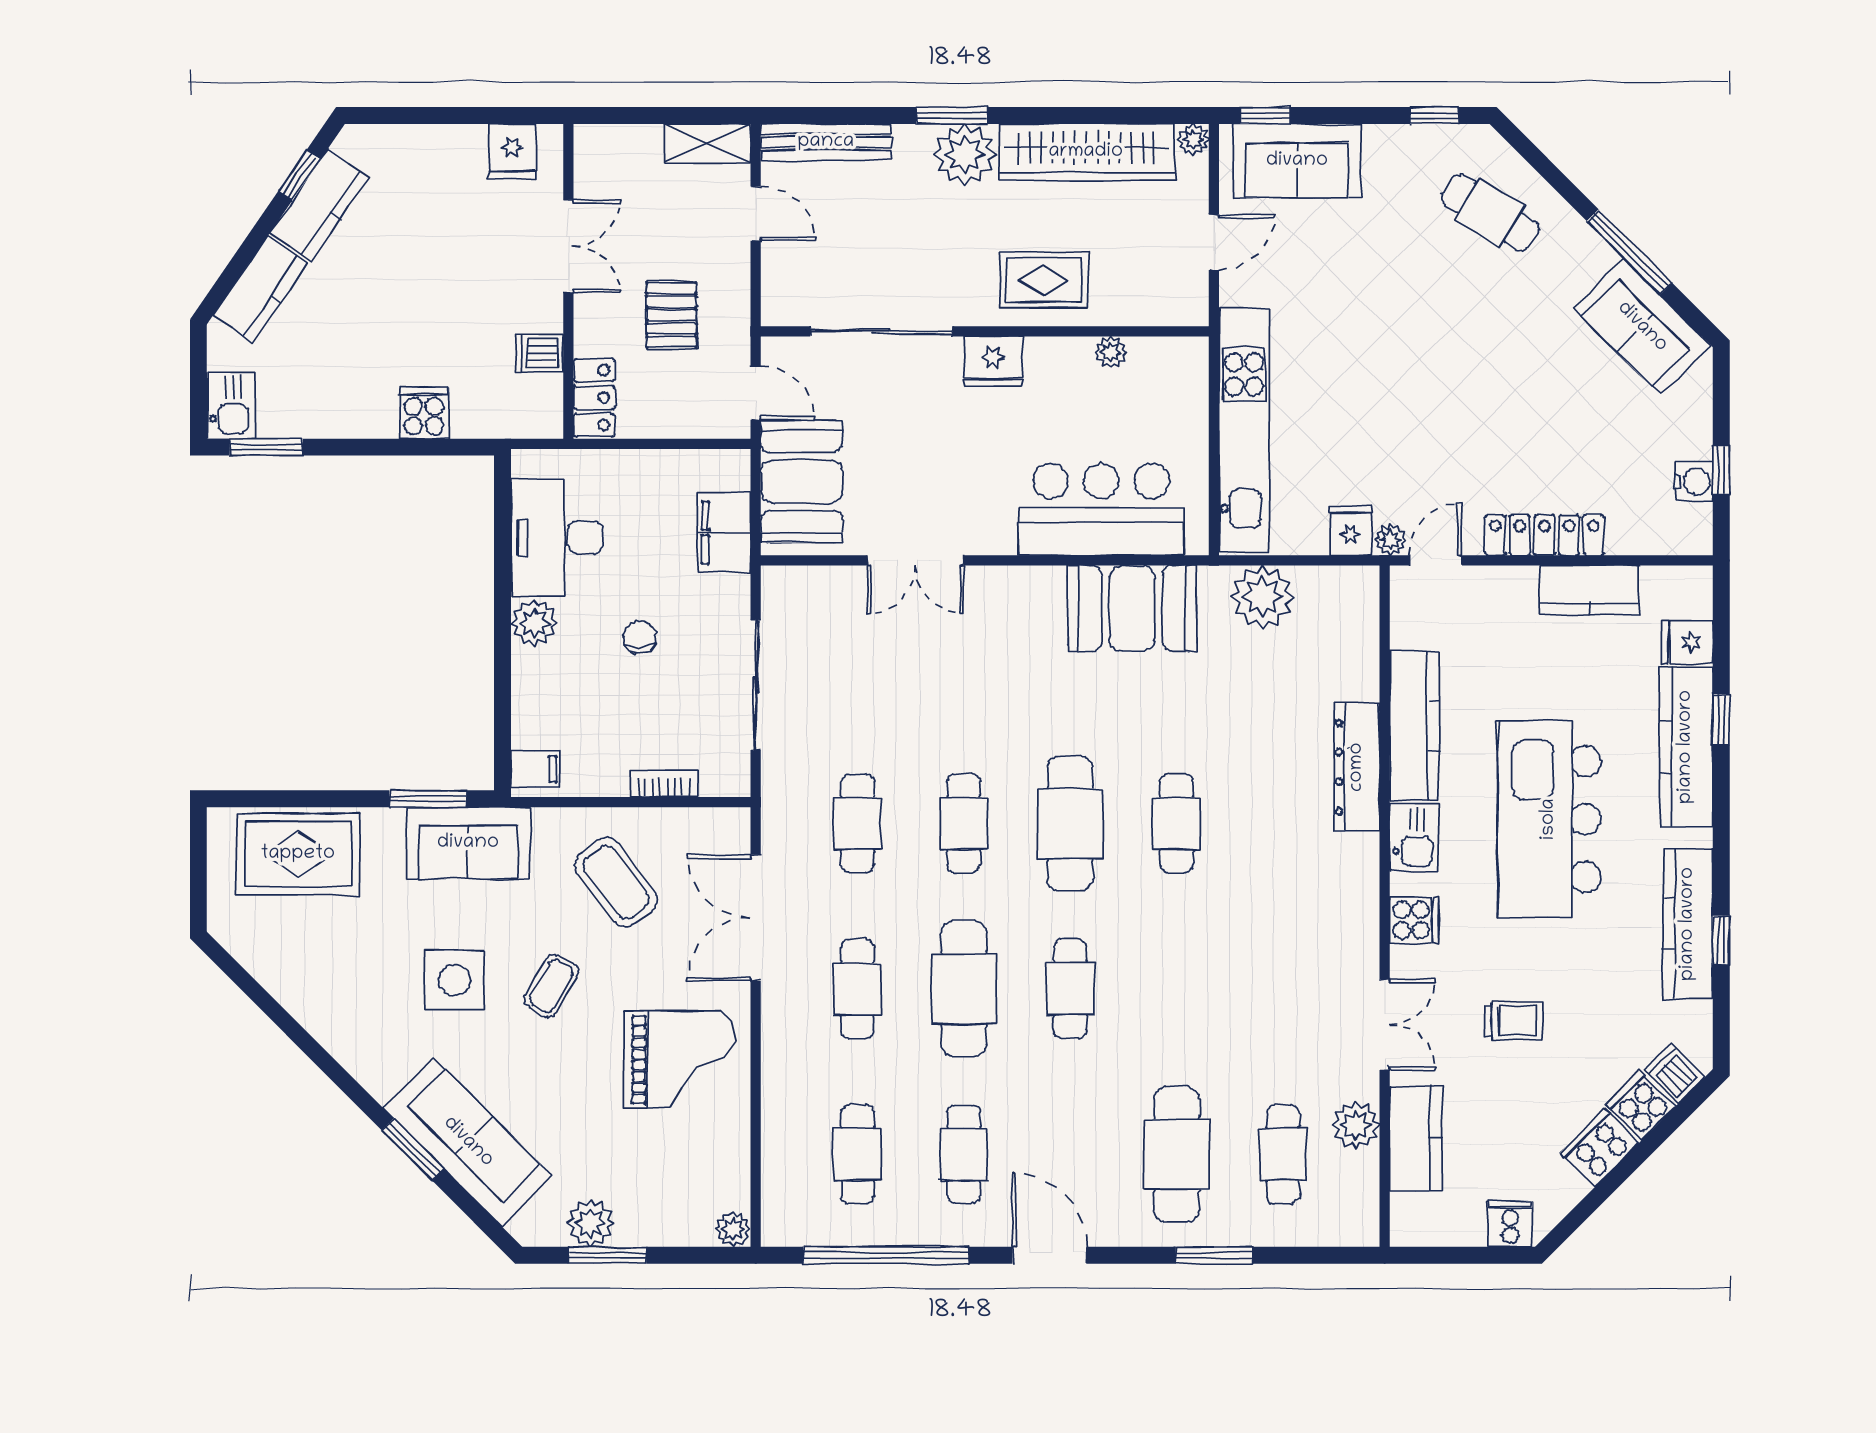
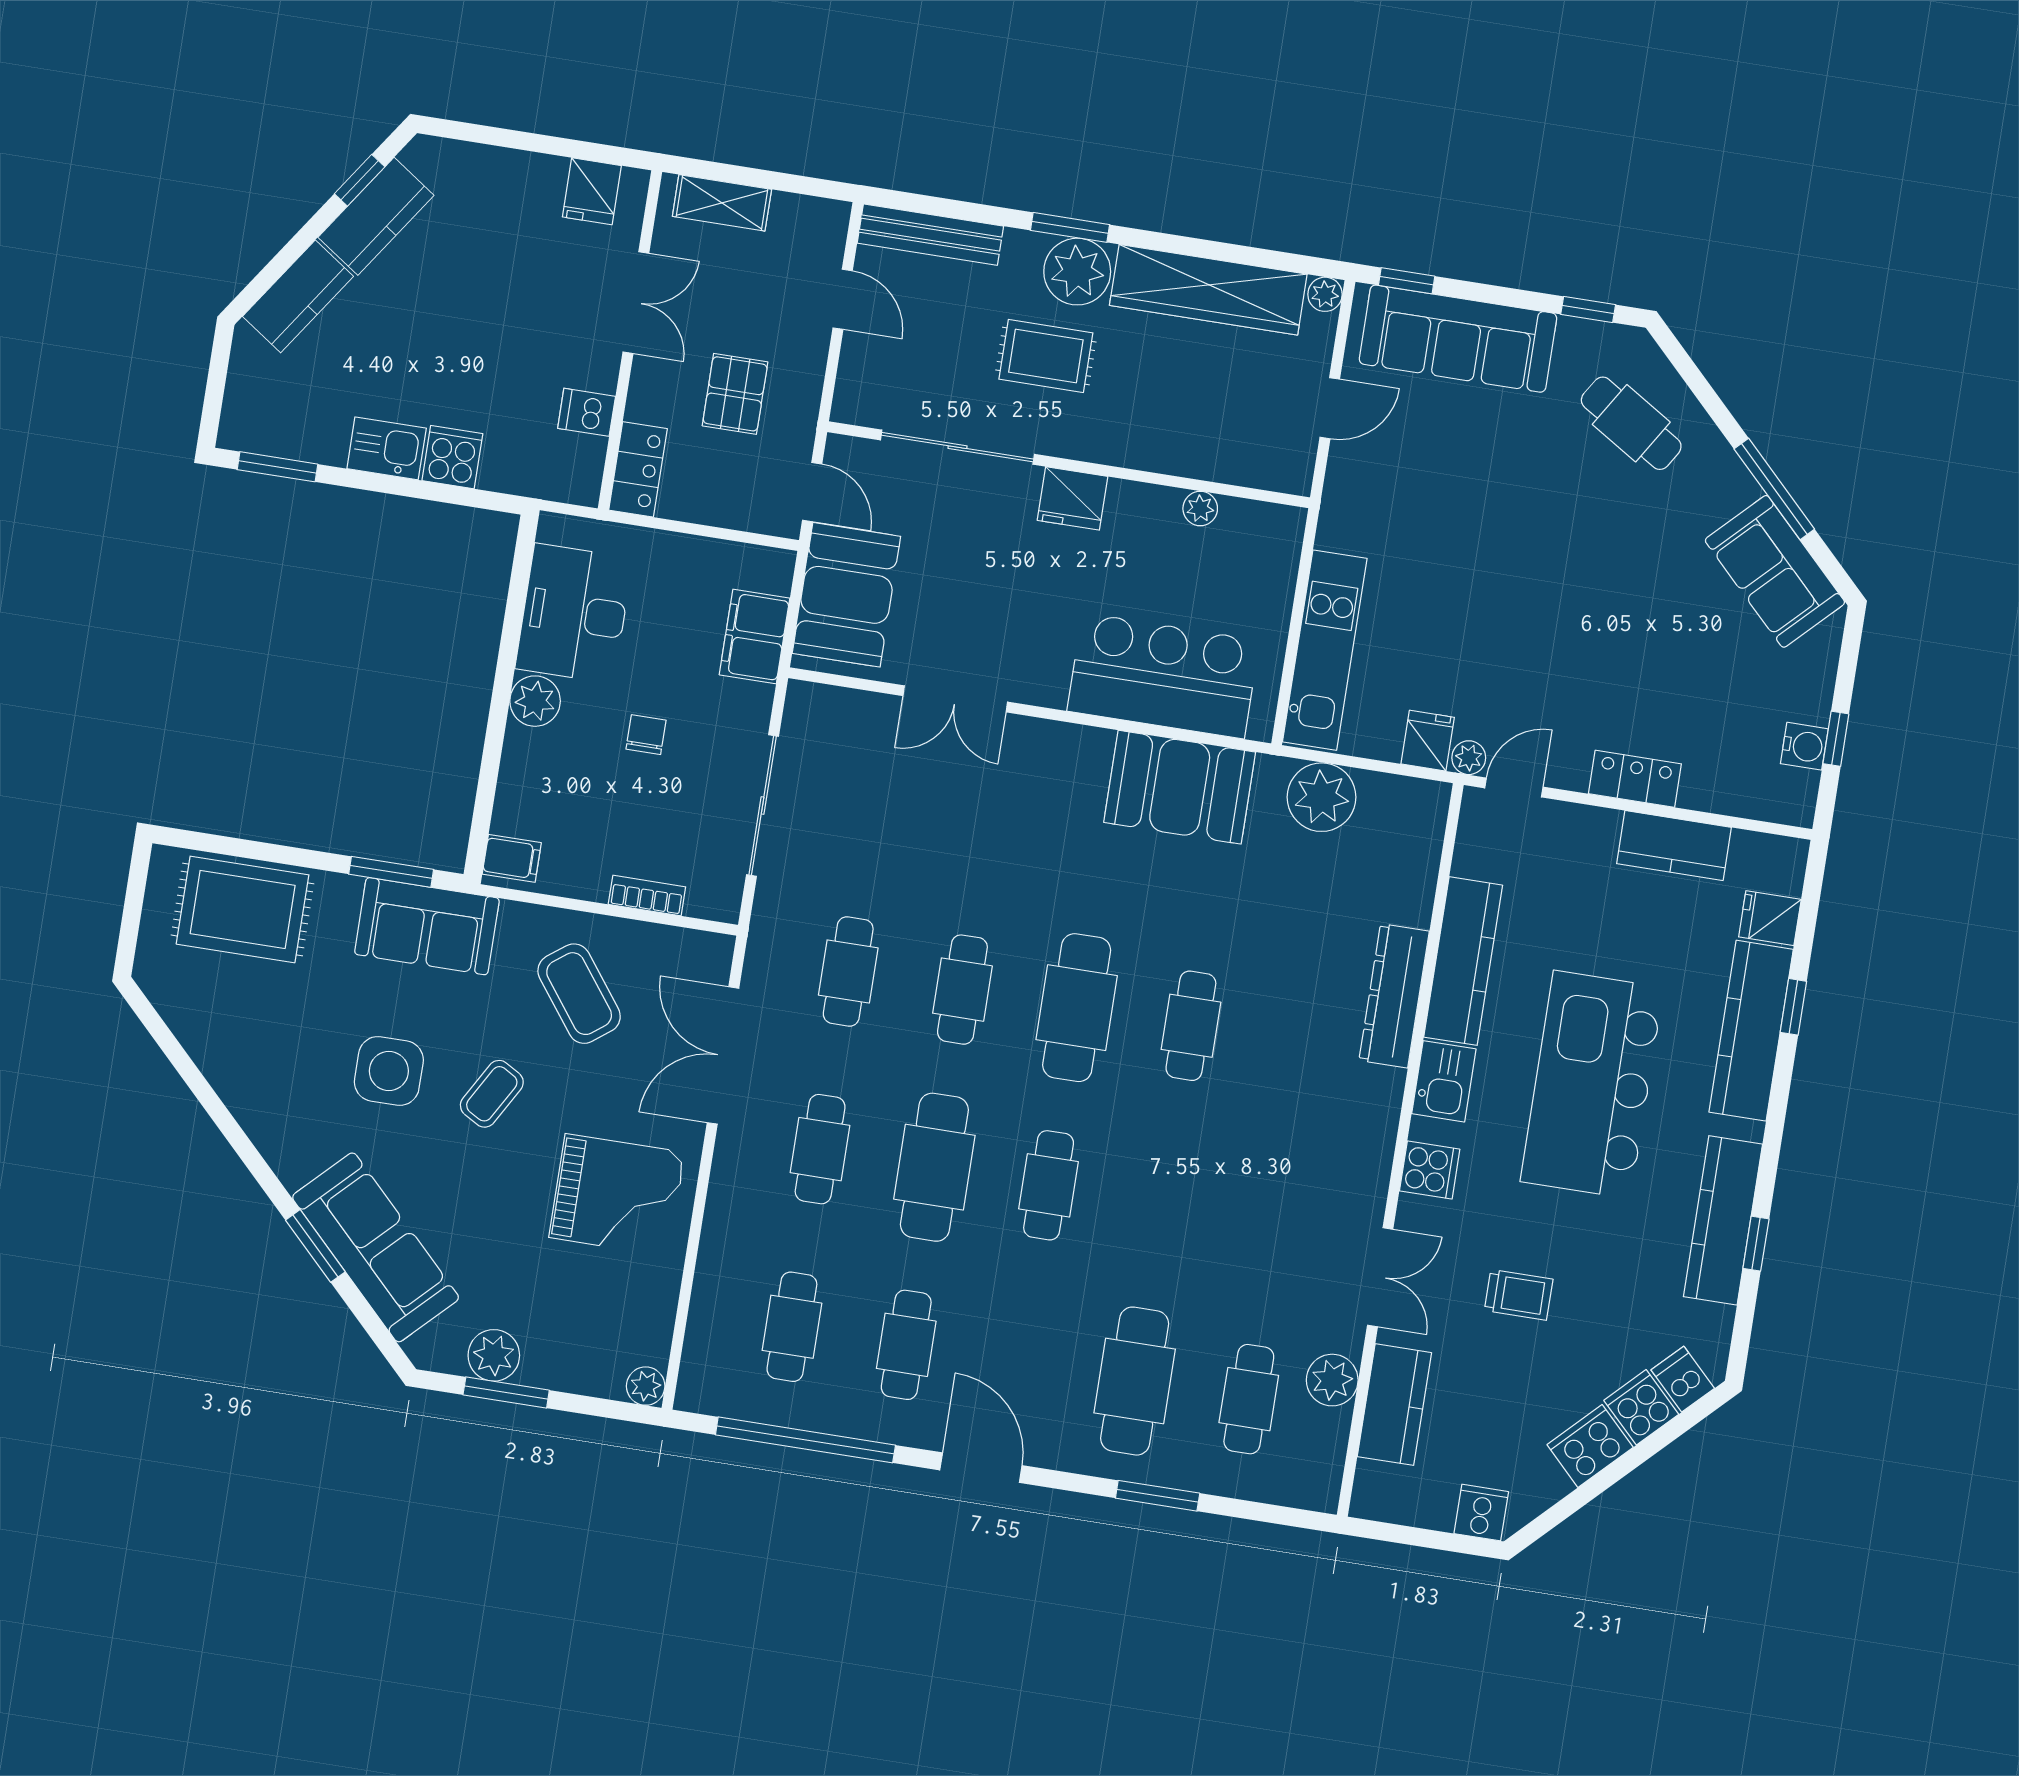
shelving: (708, 143) -> (722, 203), moved
sofa: (1297, 161) -> (1458, 339), width x1.36
rug: (1044, 280) -> (1046, 356), moved
kitchen sink: (231, 406) -> (387, 448), moved, turned -90
kitchen unit: (1244, 430) -> (1325, 650), width x0.73
locker: (1544, 535) -> (1635, 779), width x0.66

